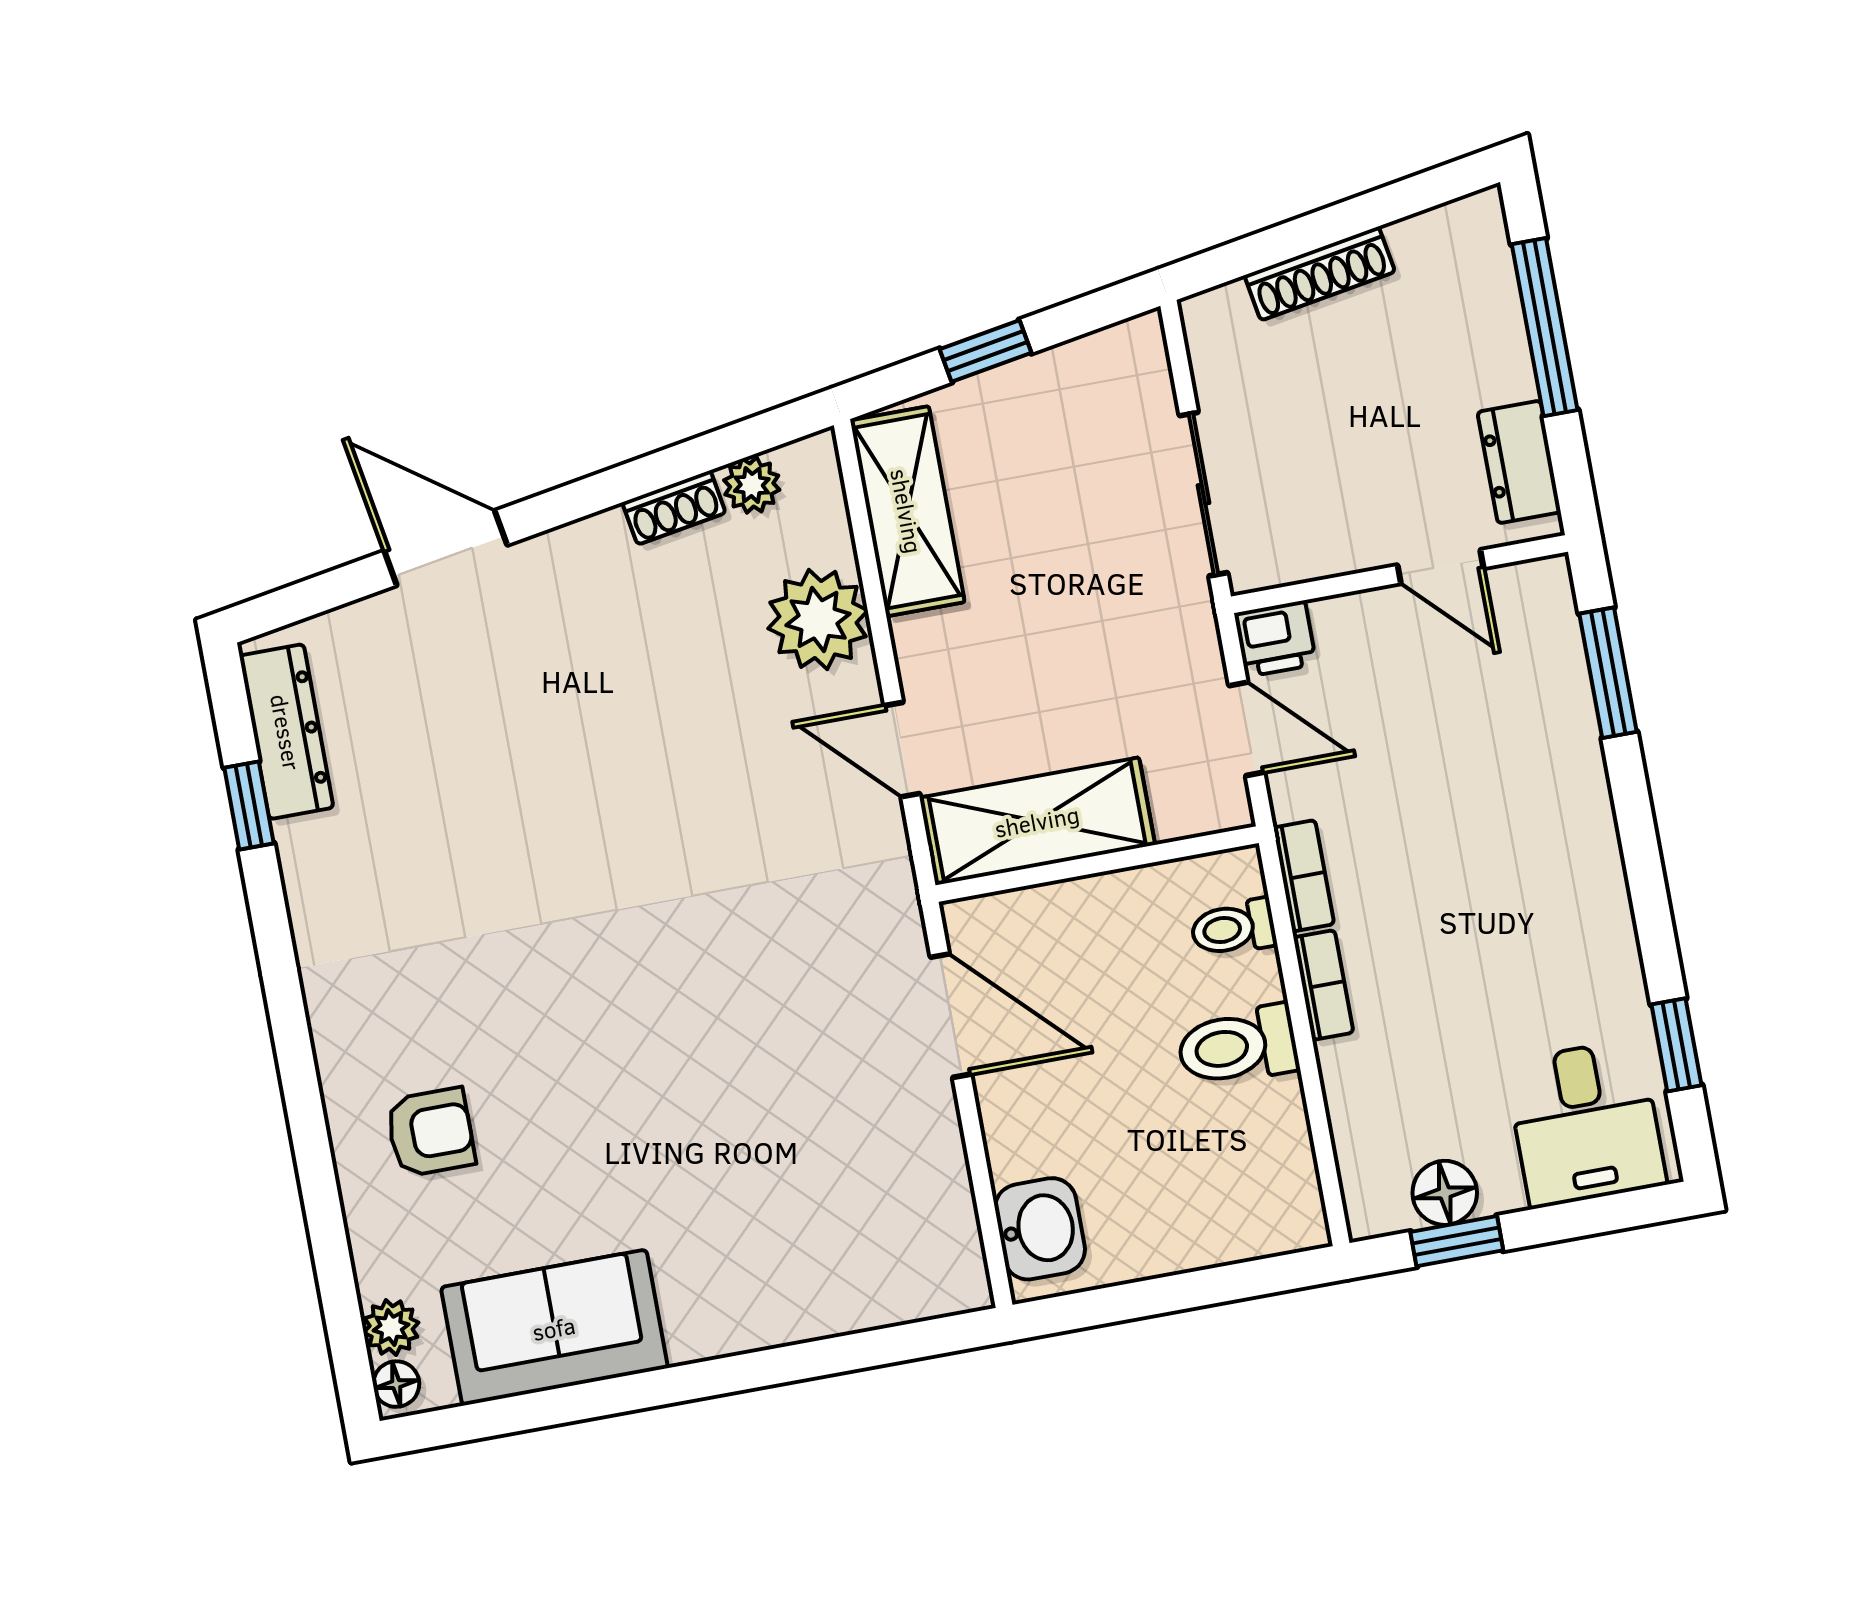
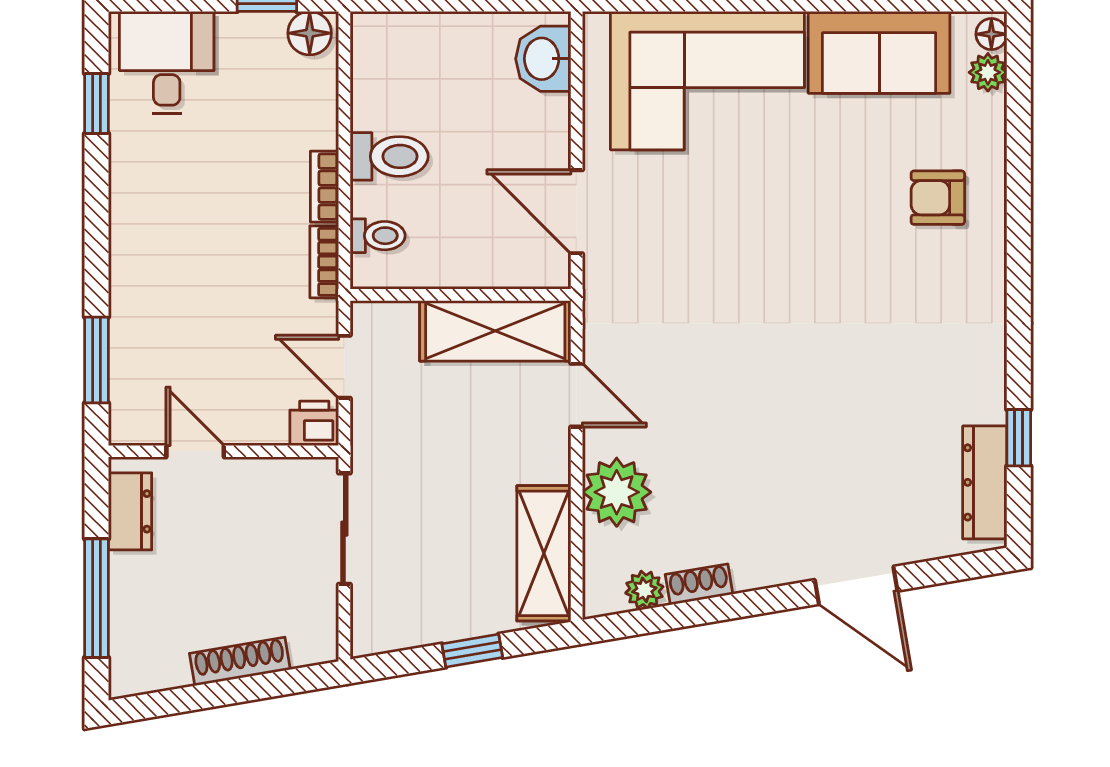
floor lamp: (1445, 1193) -> (310, 33), moved
corner sofa: (796, 1241) -> (707, 81), added

